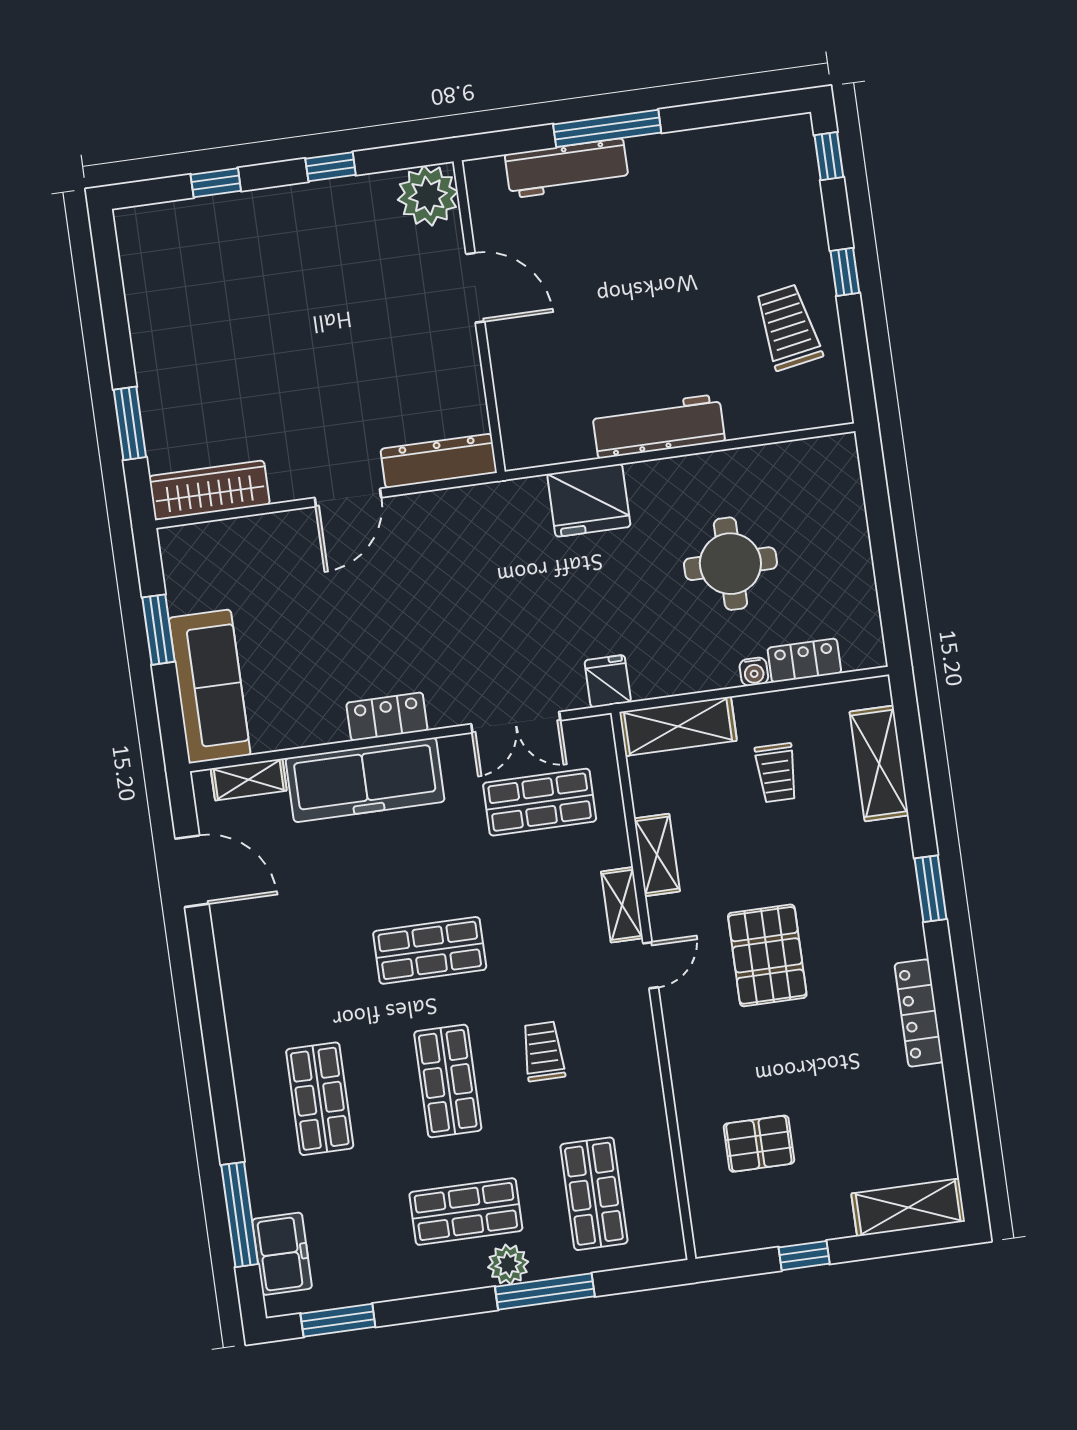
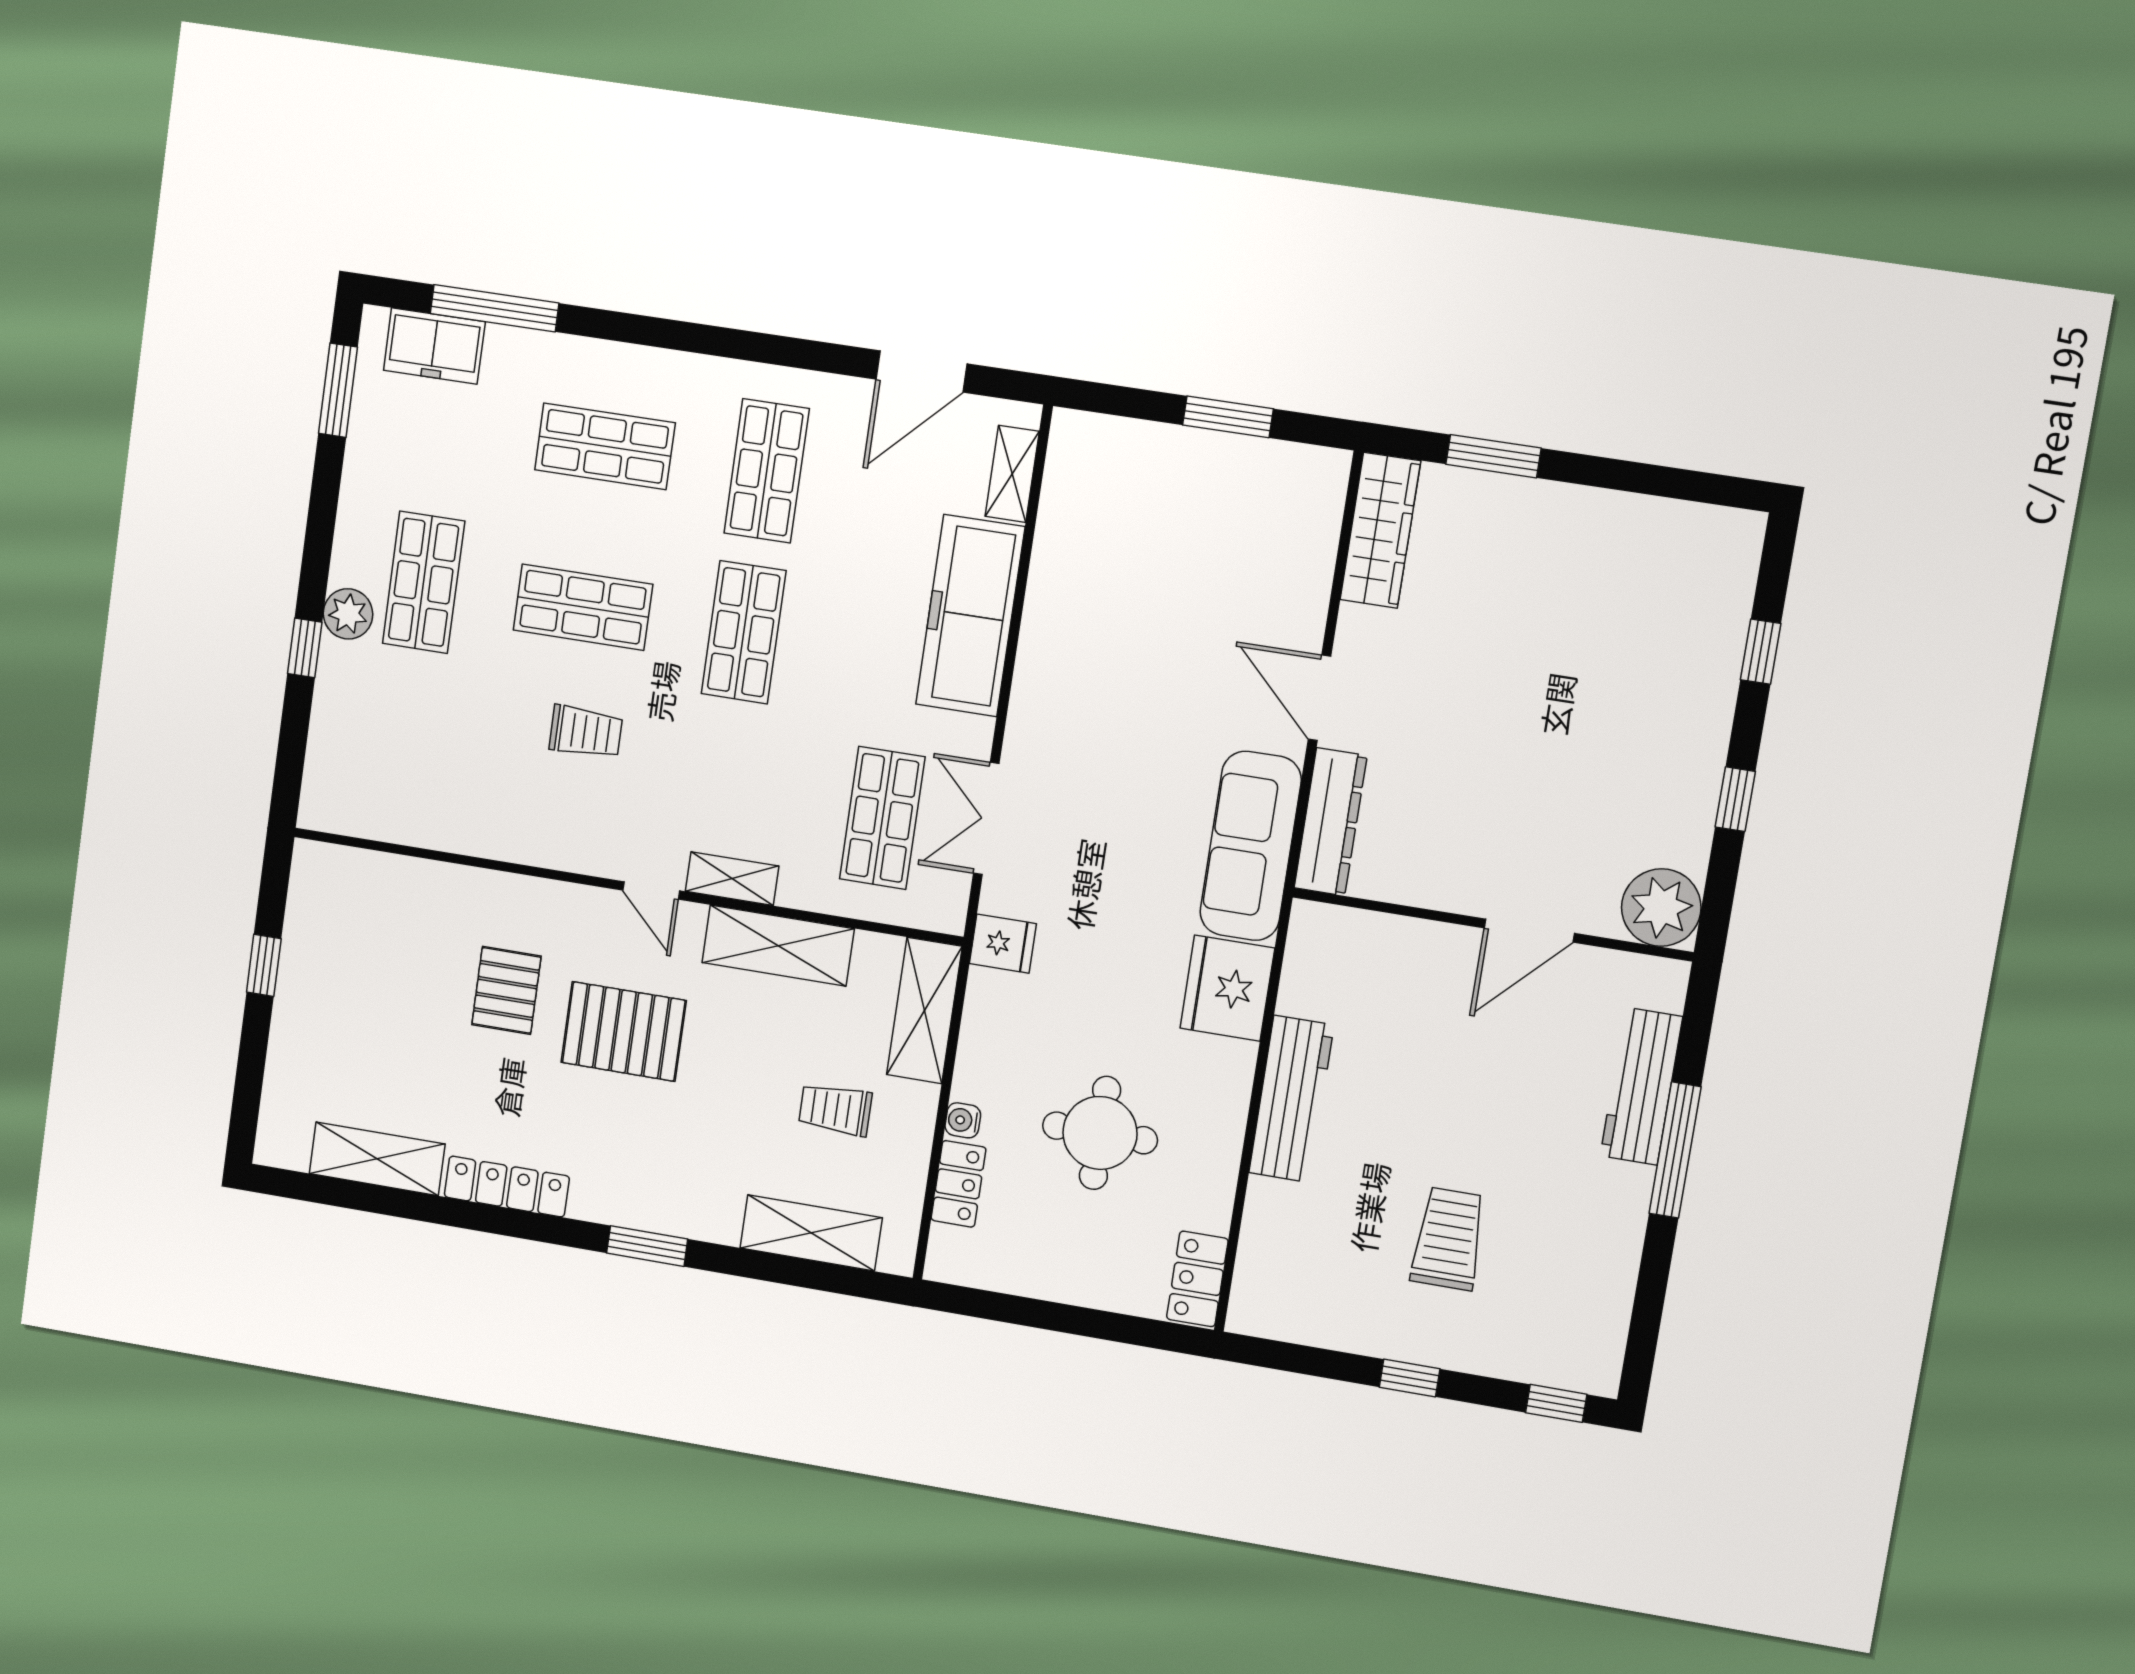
trolley: (788, 327) -> (1449, 1239), moved, turned -80
sofa: (210, 686) -> (1251, 846), moved, turned 90
locker: (387, 717) -> (1197, 1279), moved, turned 180
shelving: (657, 855) -> (778, 946), width x1.50, depth x1.33
pallet: (759, 1144) -> (506, 990), moved
shop shelf: (594, 1194) -> (767, 471), moved, turned 90
shelving: (908, 1208) -> (377, 1159), moved, turned 90
window: (545, 1292) -> (305, 648), width x0.46

